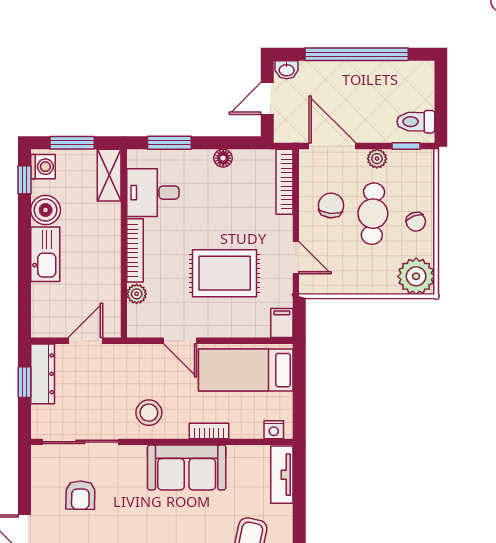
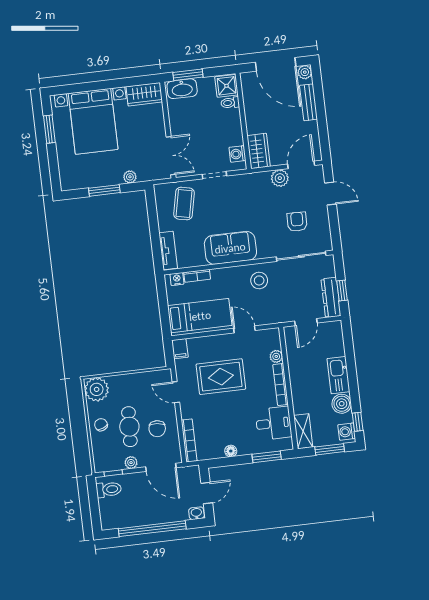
bookcase: (209, 431) -> (197, 276), moved

